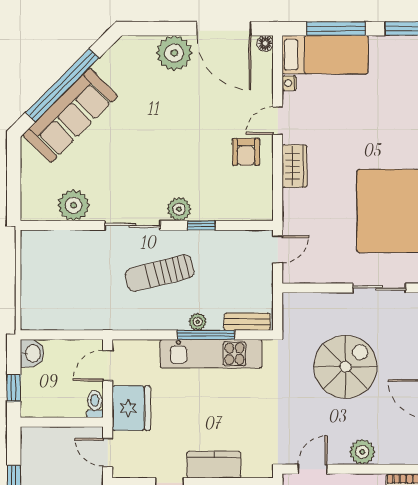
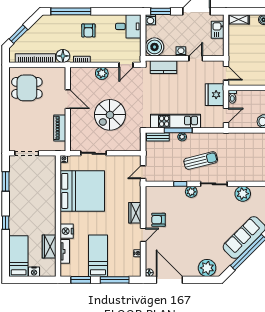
plant: (174, 53) -> (207, 268), moved
bed: (325, 55) -> (98, 256), moved, turned 90
armchair: (246, 152) -> (158, 220), turned -90
kitchen counter: (214, 465) -> (163, 67), moved

